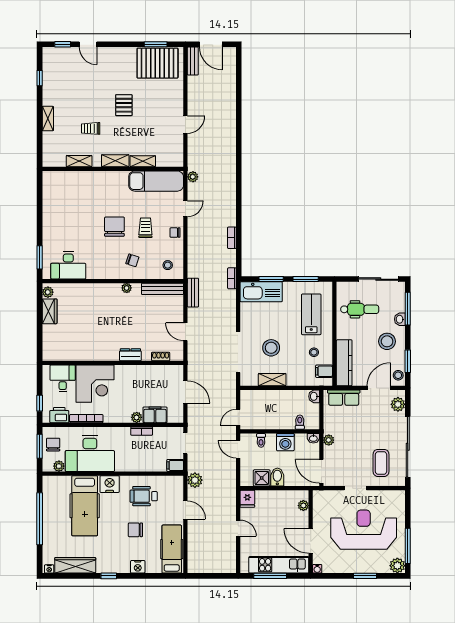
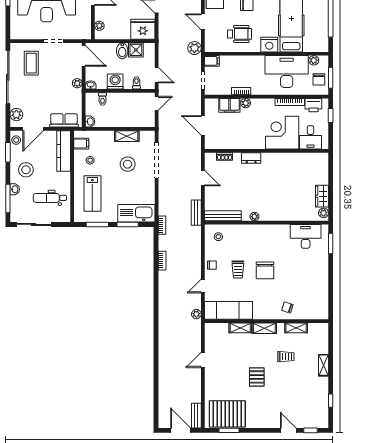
chair: (132, 260) -> (287, 307), moved
fridge: (247, 499) -> (143, 29), width x1.88, depth x1.34

